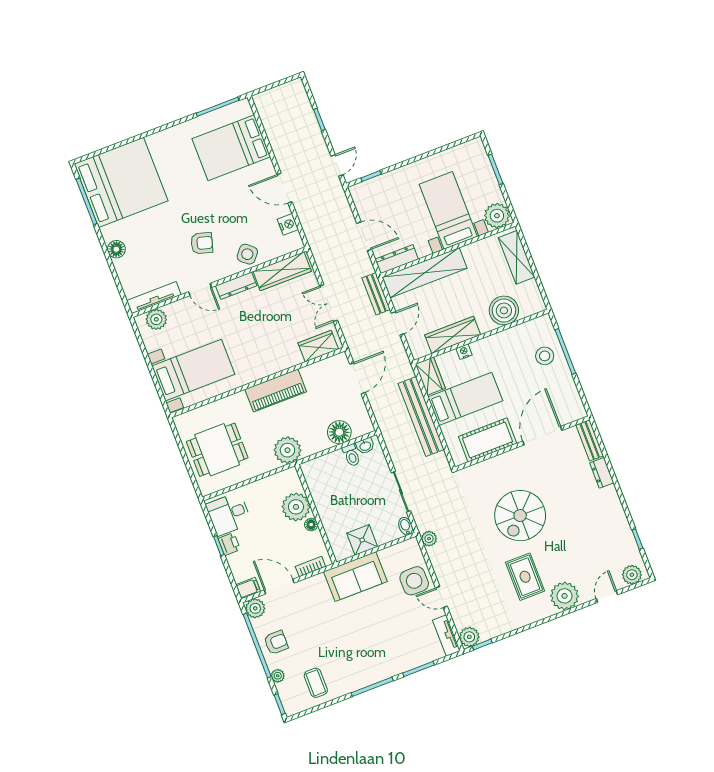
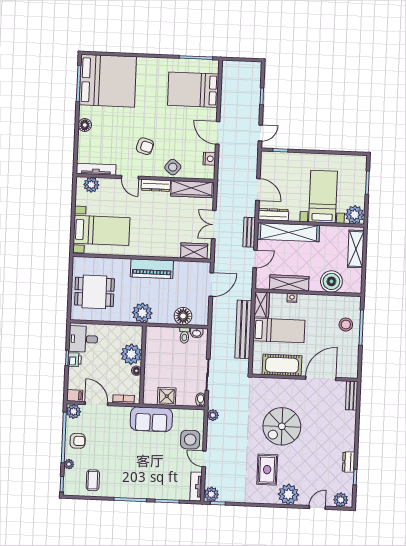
dresser: (602, 473) -> (349, 462), moved

